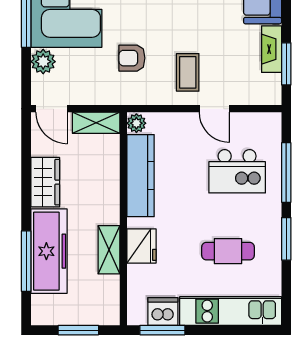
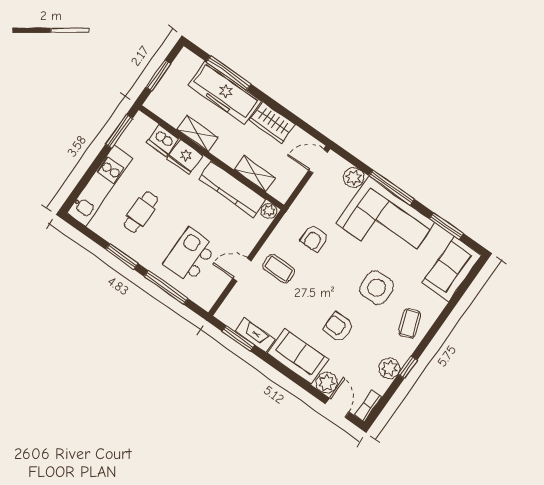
armchair: (132, 58) -> (314, 238), turned 180
shelving: (96, 123) -> (255, 174), moved, turned 90
dishwasher: (163, 312) -> (163, 141), moved, turned 90

